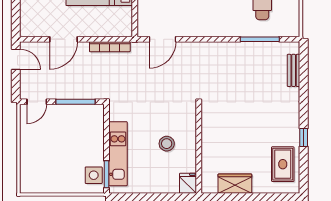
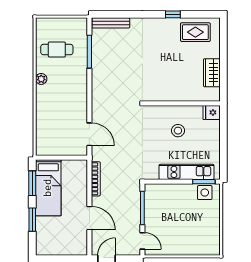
bench: (294, 70) -> (111, 23), width x1.36

